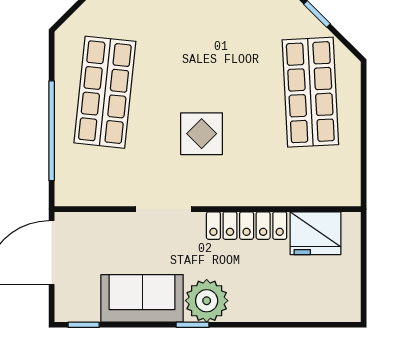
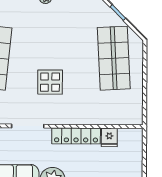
fridge: (315, 233) -> (109, 137), width x0.53, depth x0.75

